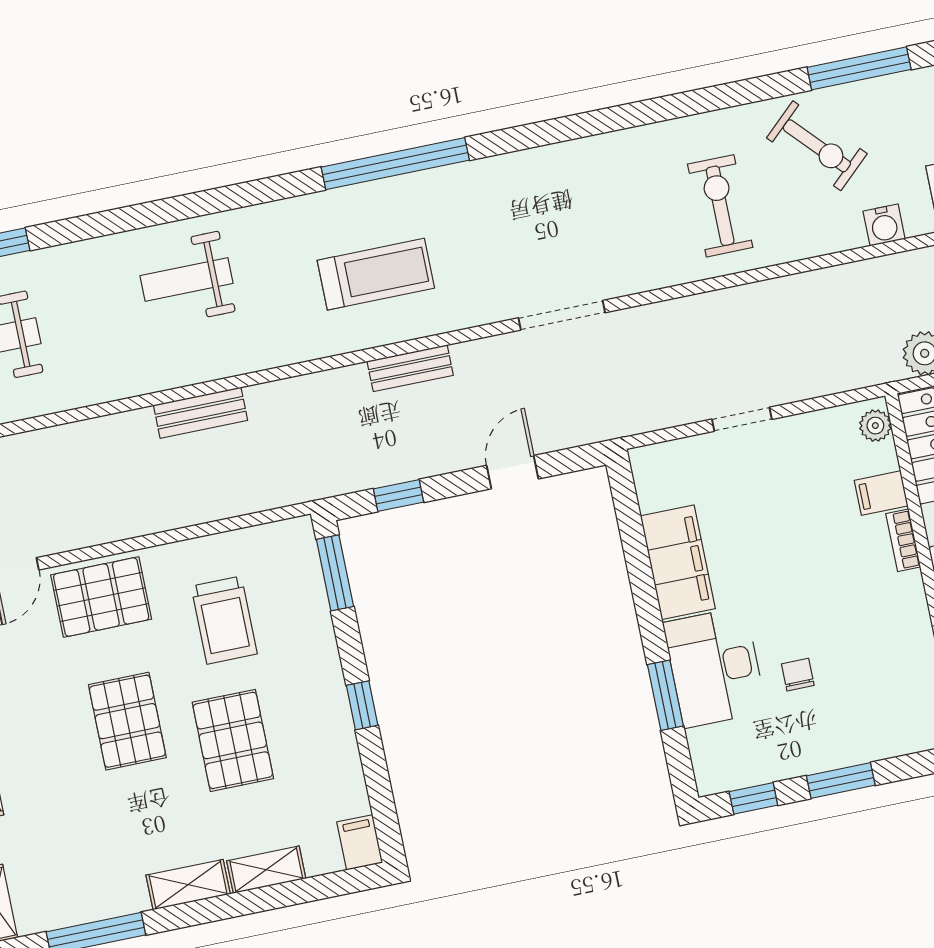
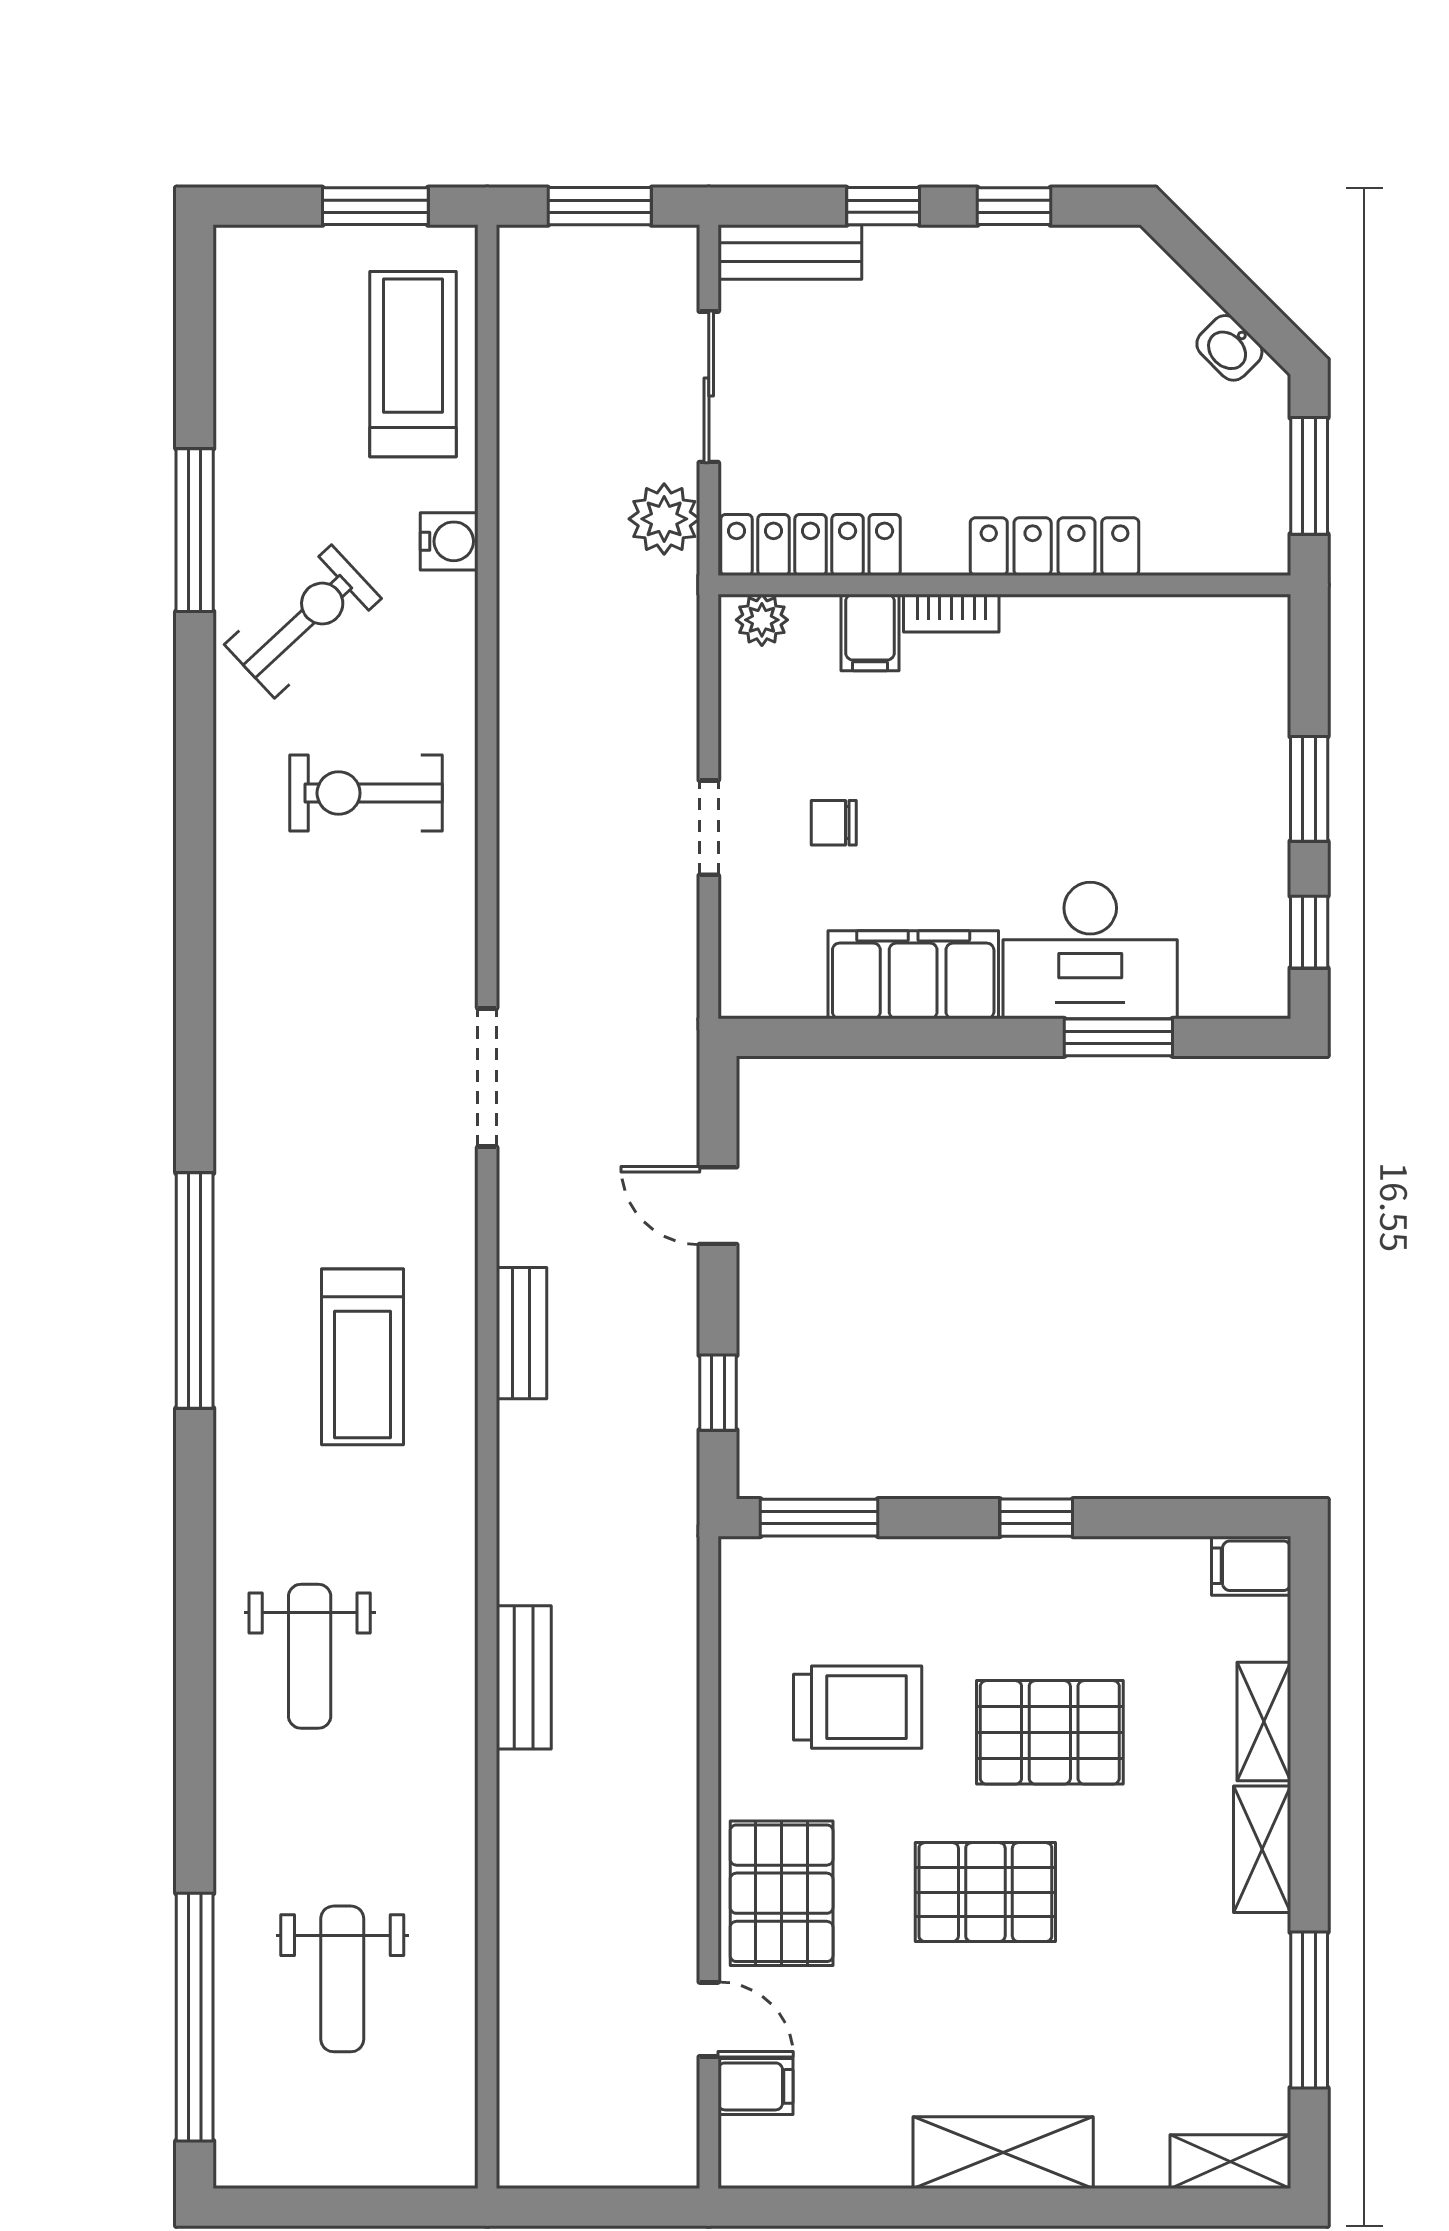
treadmill: (376, 274) -> (363, 1357), turned 180
chair: (798, 675) -> (834, 823), moved

